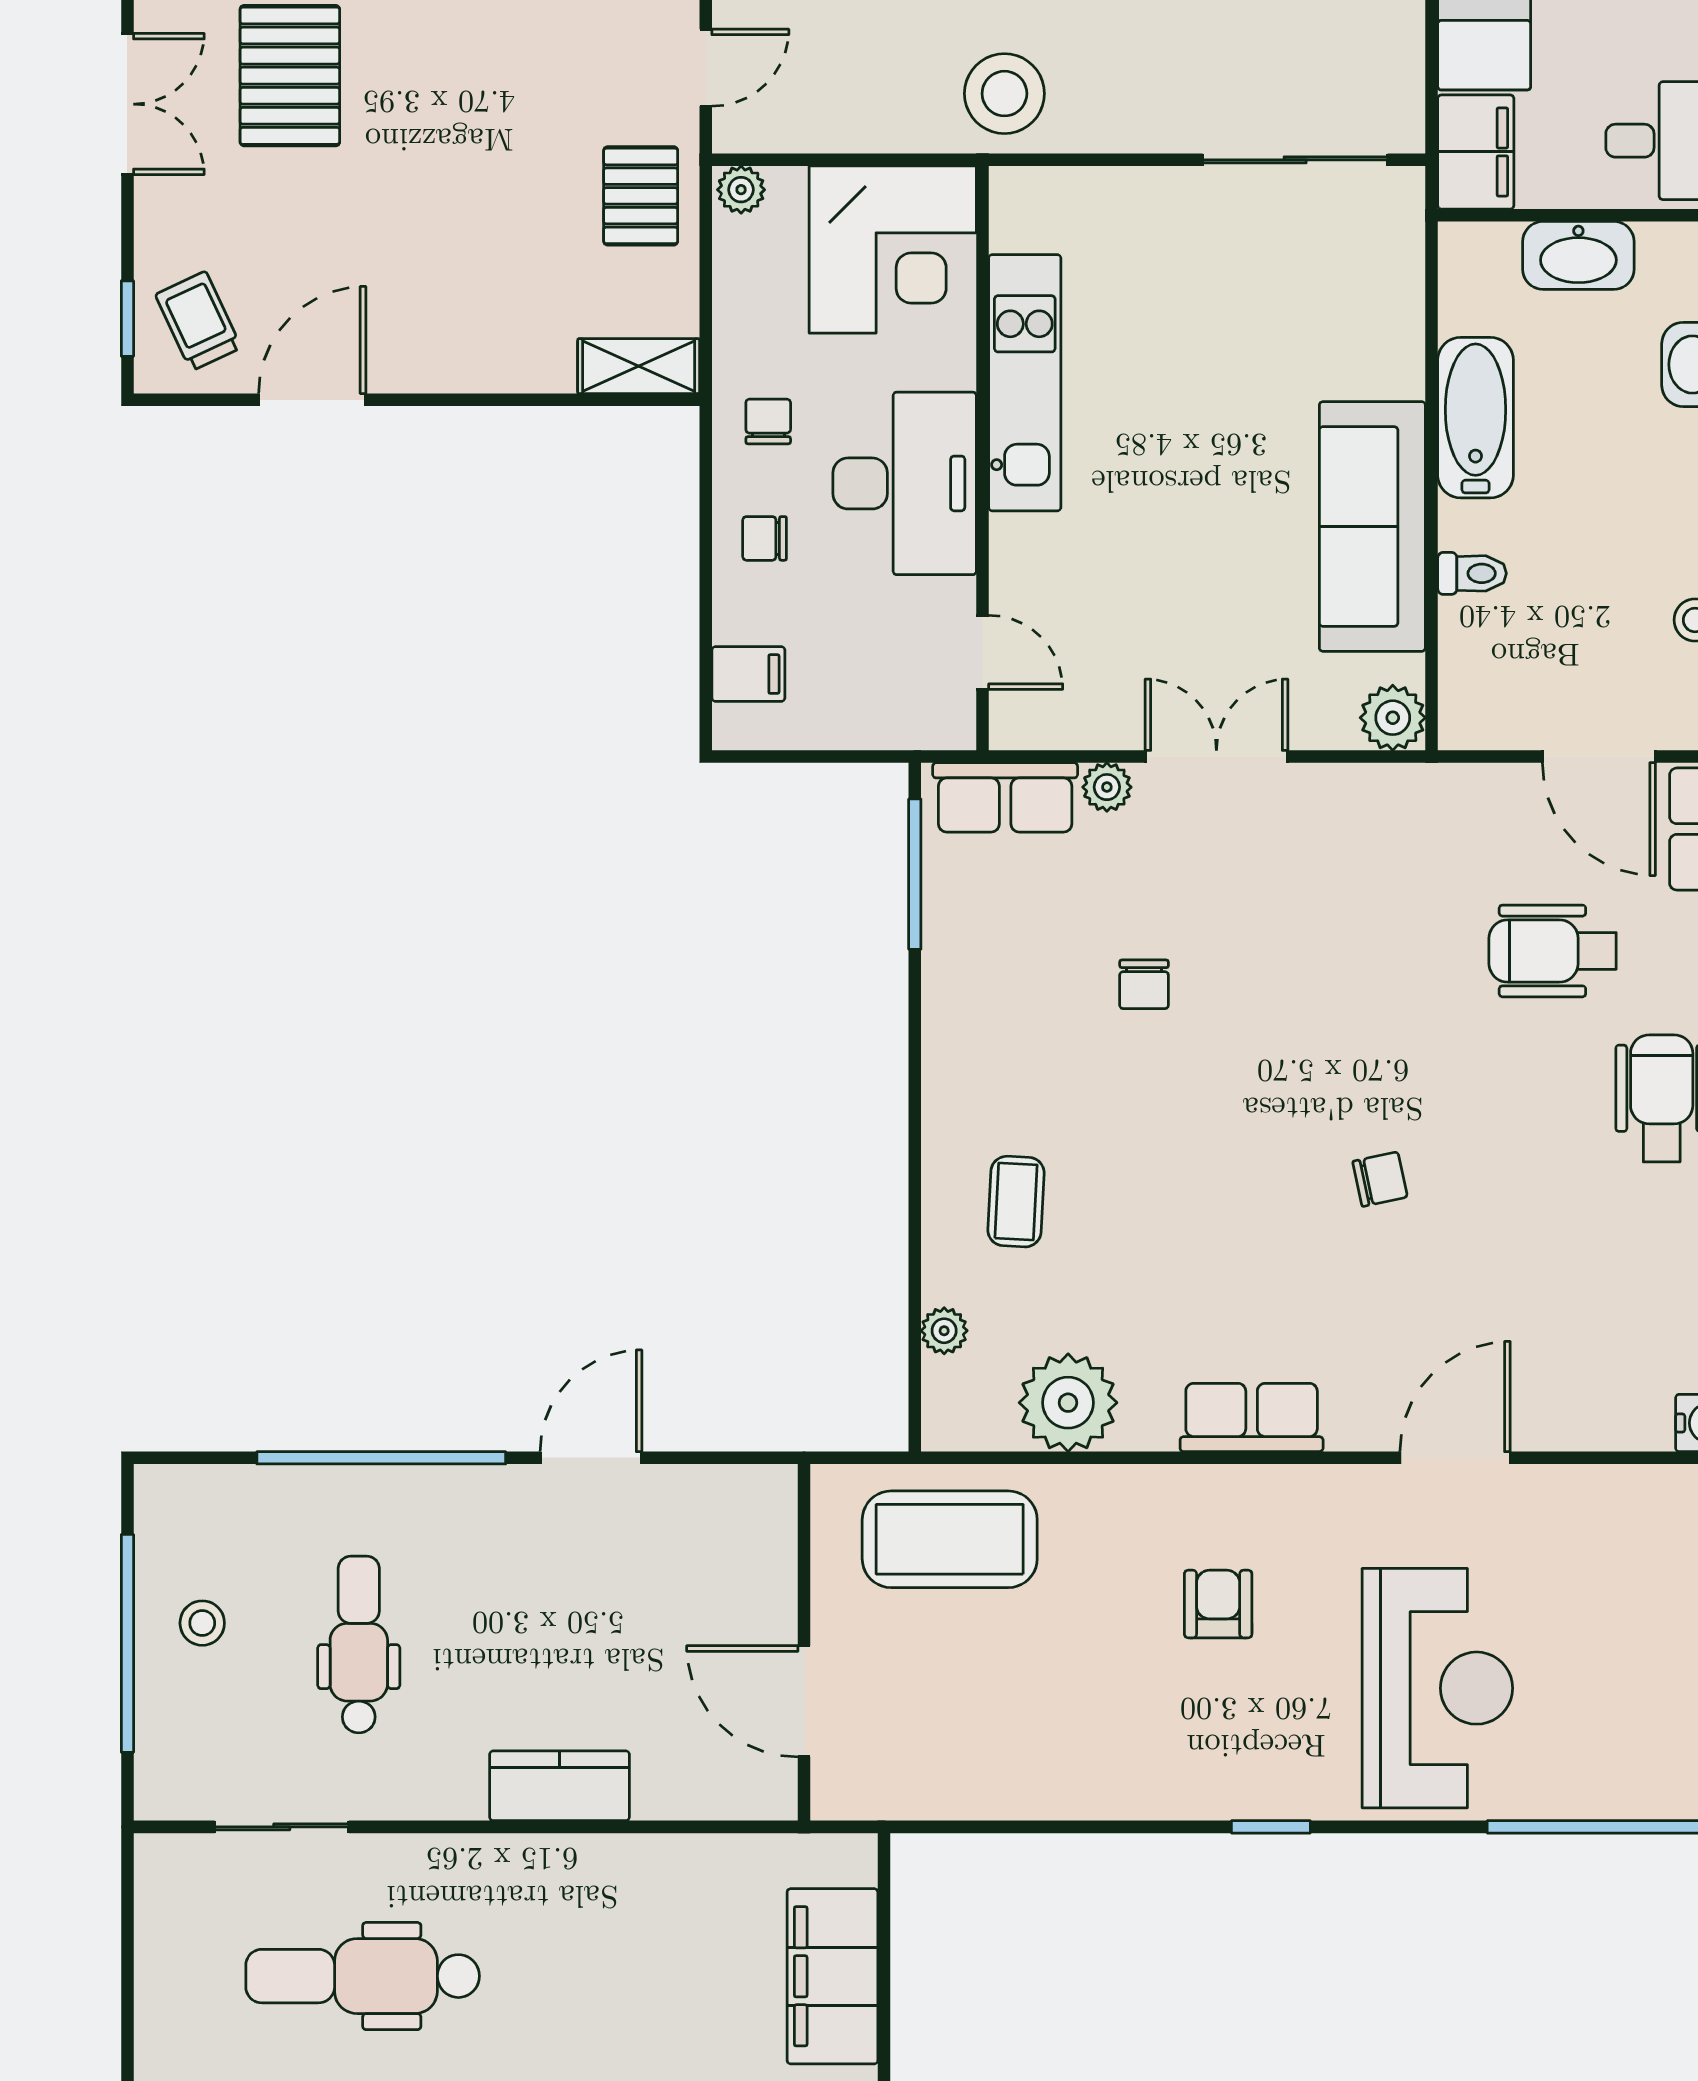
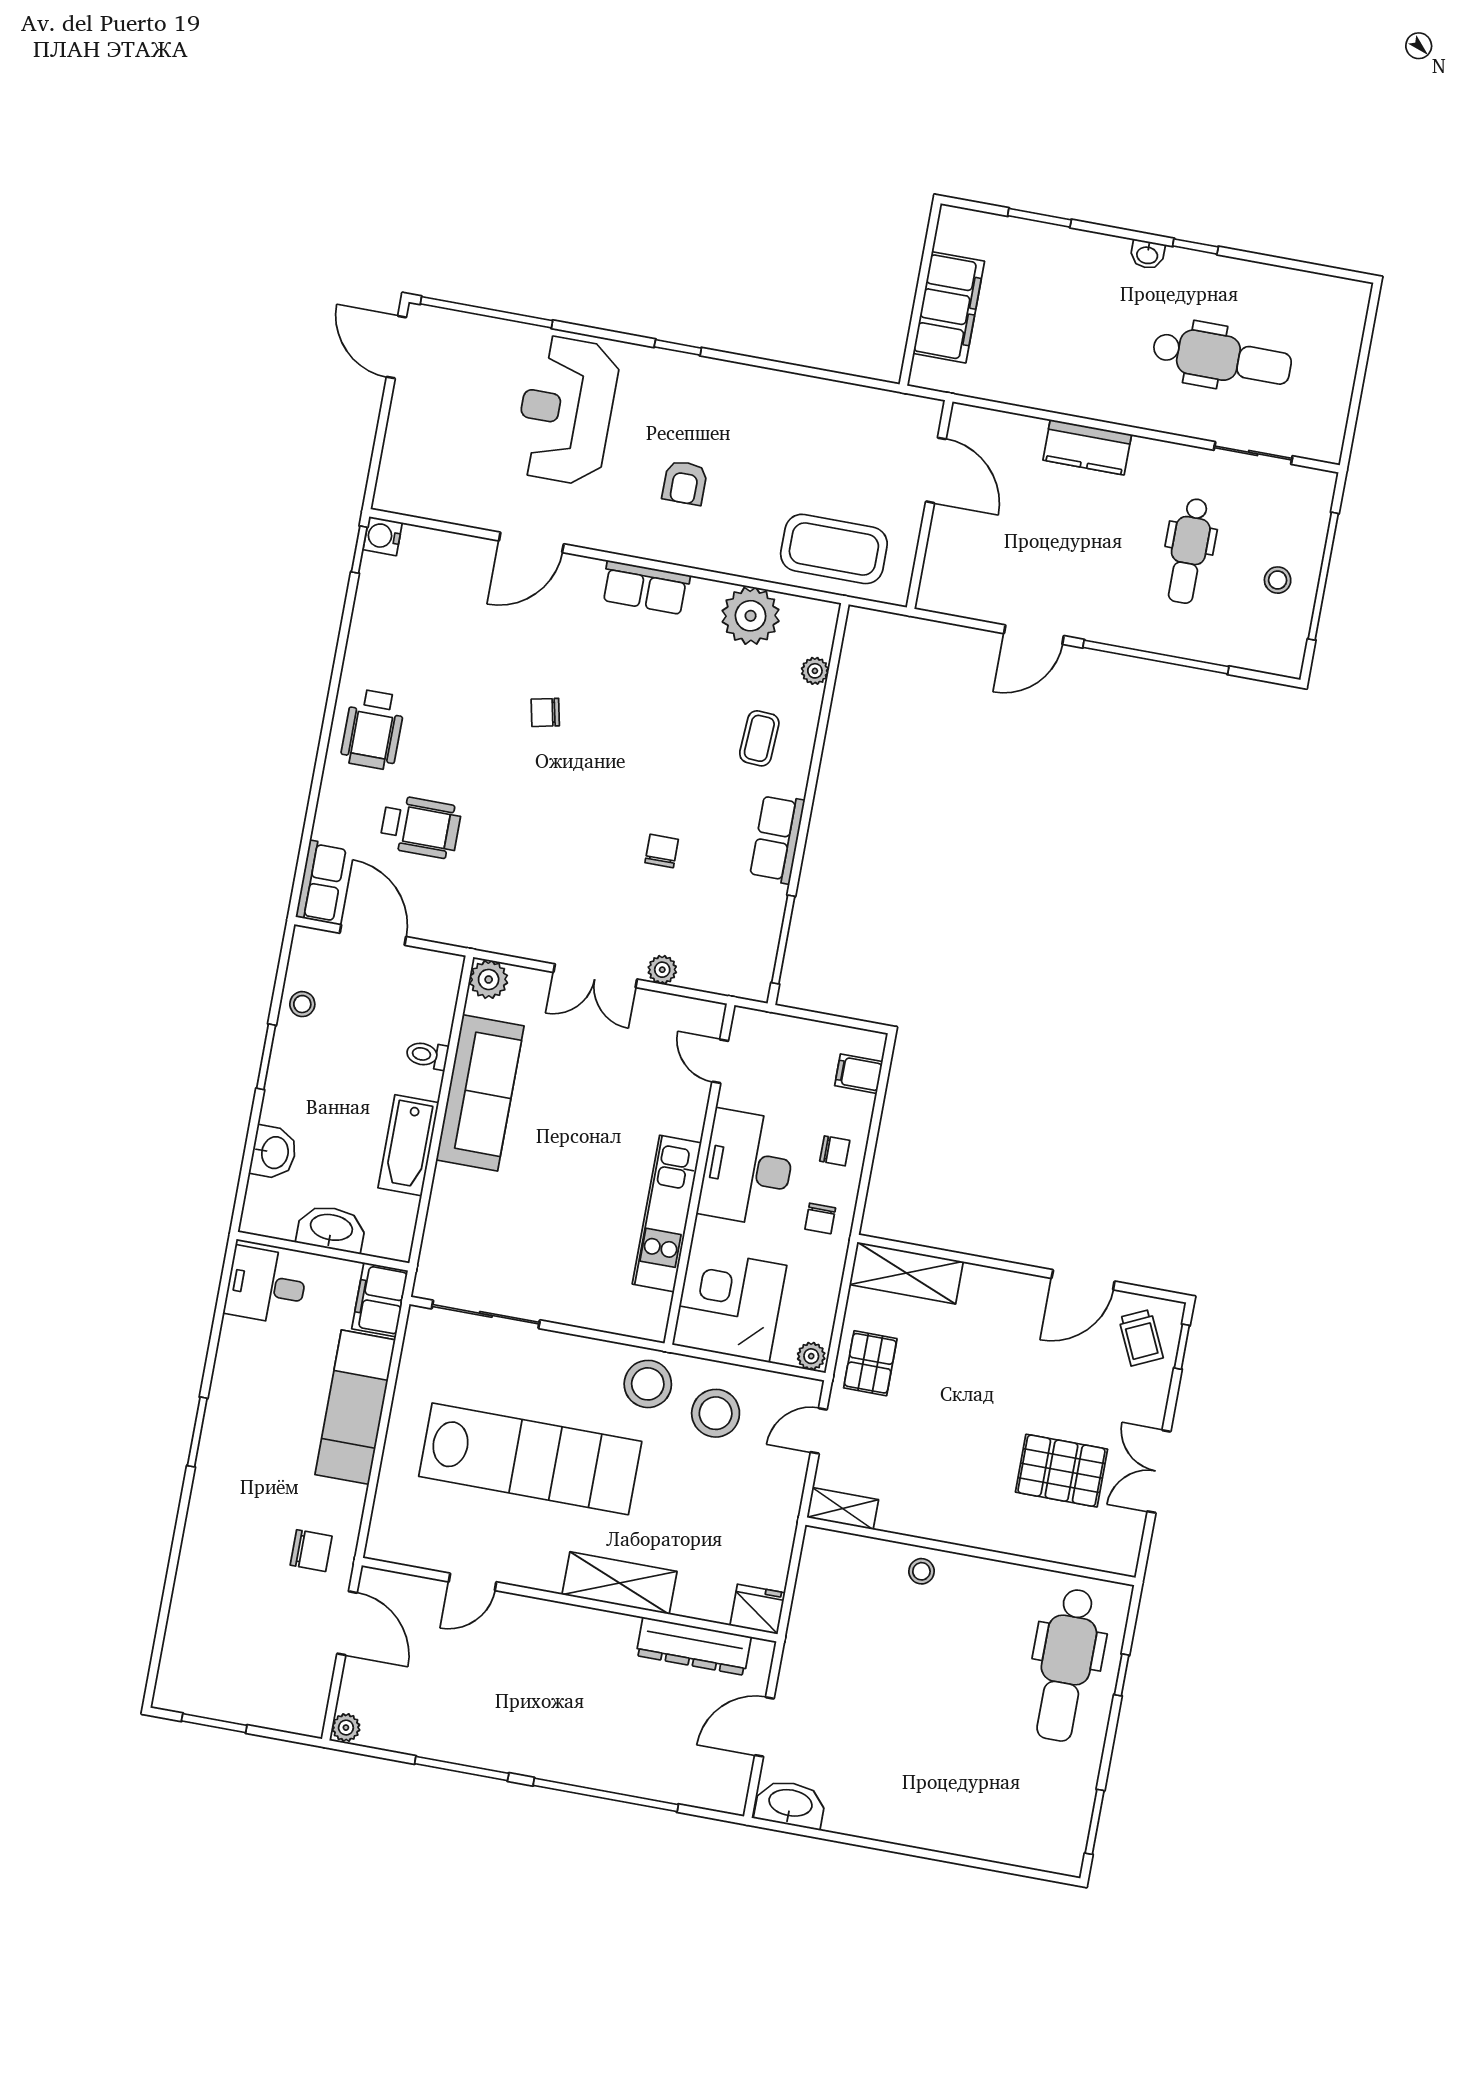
stool: (883, 66) -> (716, 1413), added
pallet: (290, 76) -> (1061, 1471), turned 90
shelving: (639, 366) -> (906, 1273), width x1.50, depth x1.33
row of seats: (1005, 797) -> (777, 839), moved, turned -90

